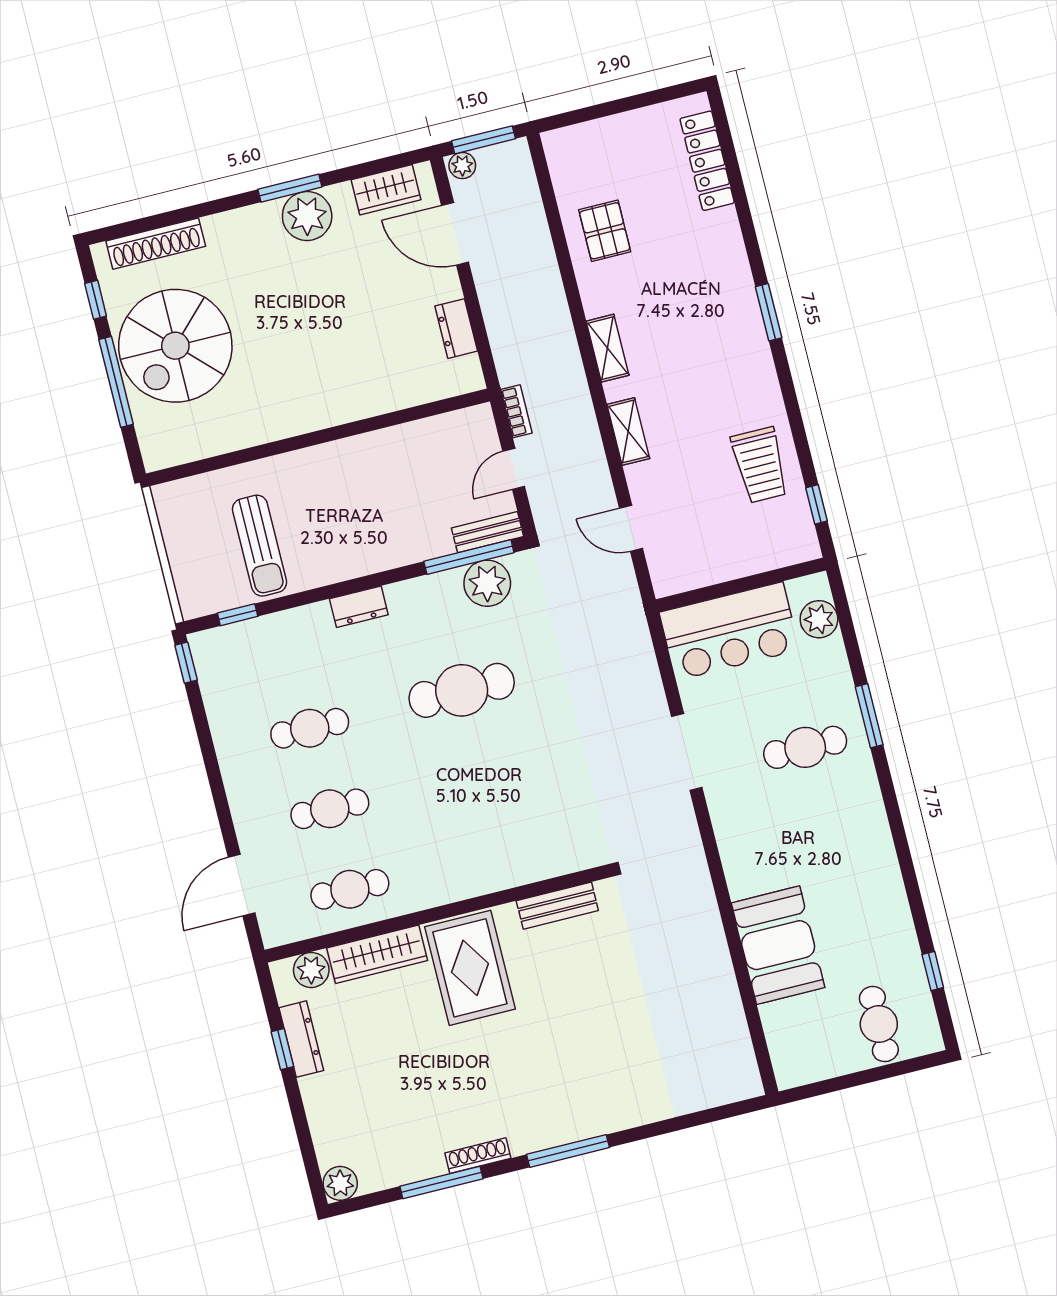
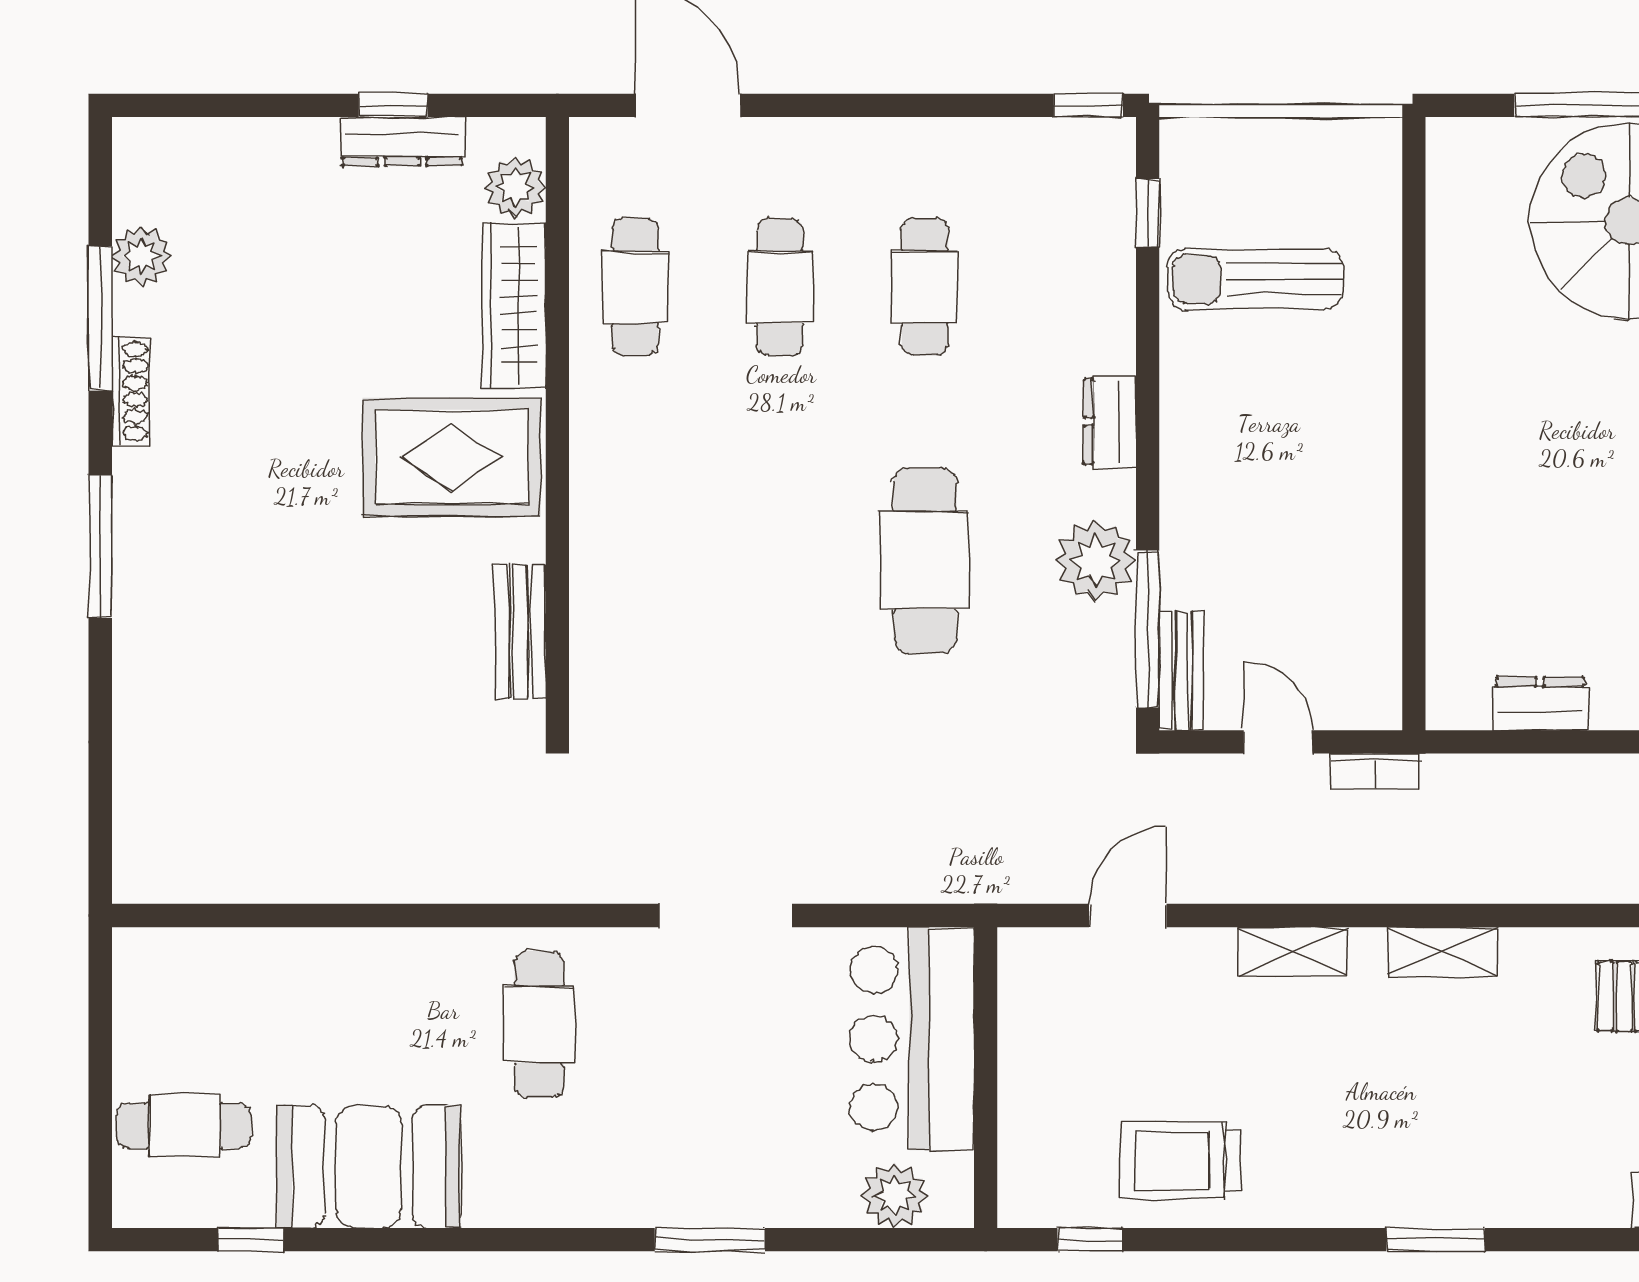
plant: (487, 583) -> (1096, 561), moved
cafe table: (805, 747) -> (539, 1024), moved
booth: (778, 945) -> (369, 1167), moved
plant: (340, 1183) -> (141, 256), moved

